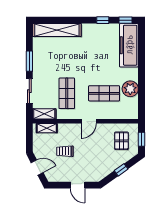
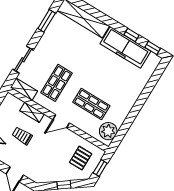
freezer: (129, 45) -> (125, 47), moved, turned -90
window: (29, 61) -> (47, 21), moved
plant: (130, 89) -> (108, 131), moved
shelving: (47, 128) -> (32, 112), moved

